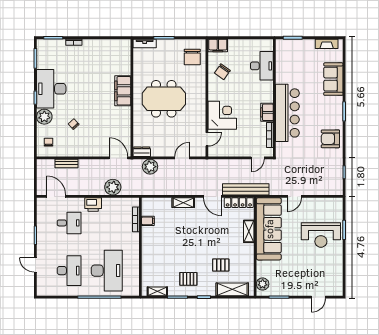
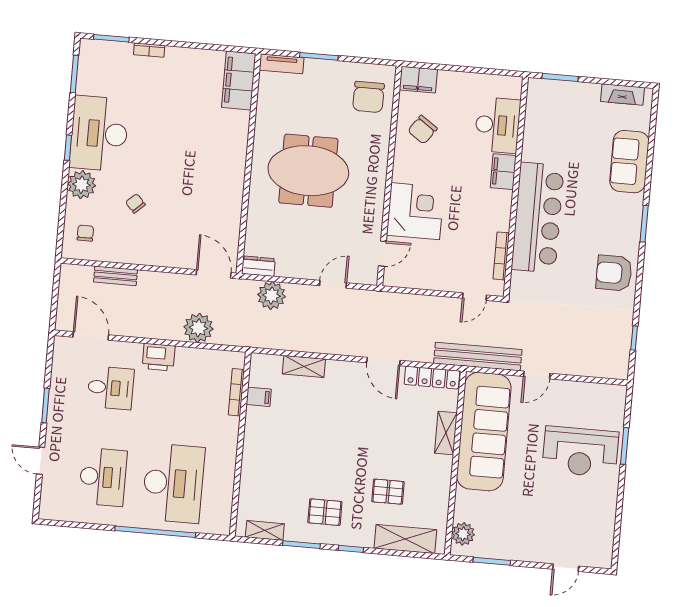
filing cabinet: (123, 91) -> (239, 81), moved
filing cabinet: (267, 112) -> (503, 172), moved
bench: (246, 189) -> (478, 357), moved
shelving: (183, 203) -> (304, 366), moved

